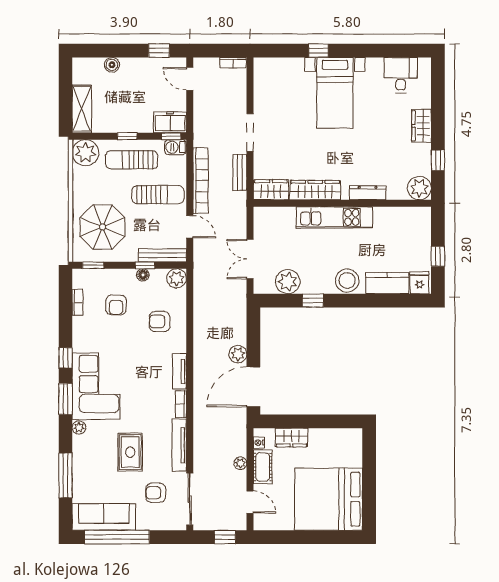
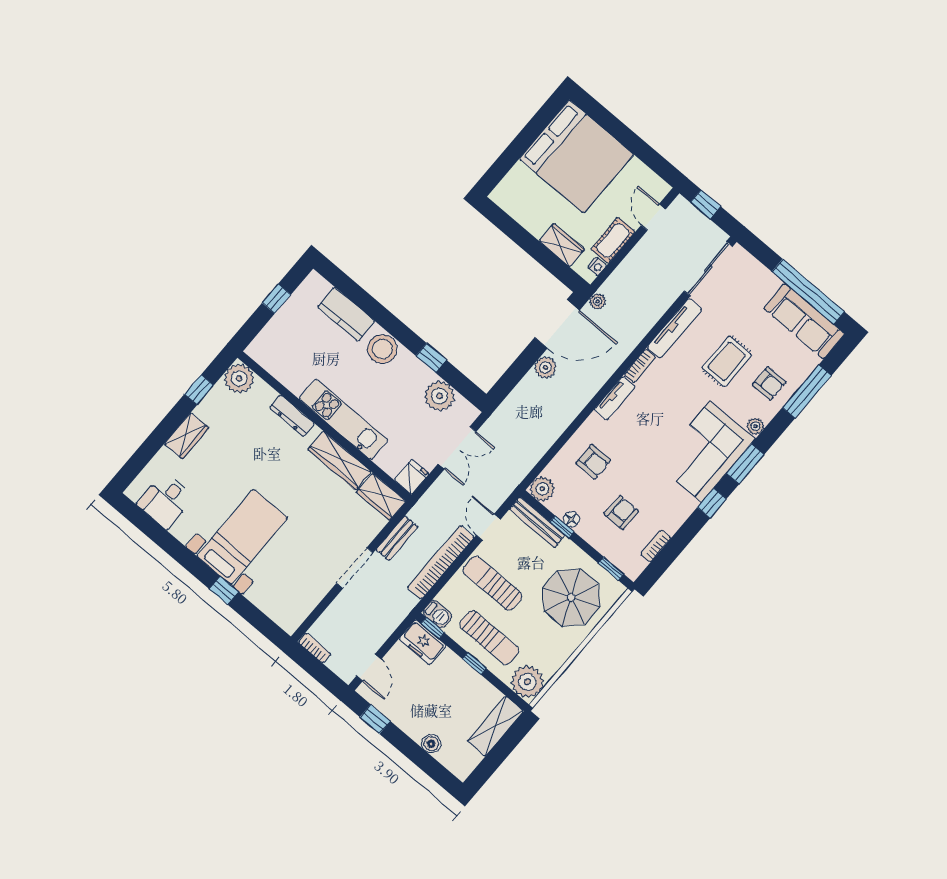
fridge: (419, 283) -> (412, 477), moved, turned 180
plant: (240, 463) -> (598, 301), moved
armchair: (156, 493) -> (769, 383), moved

